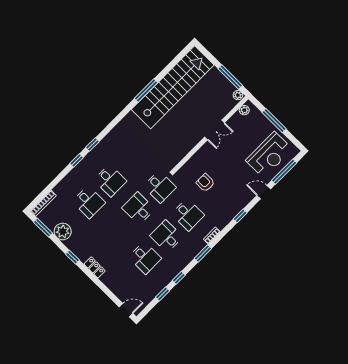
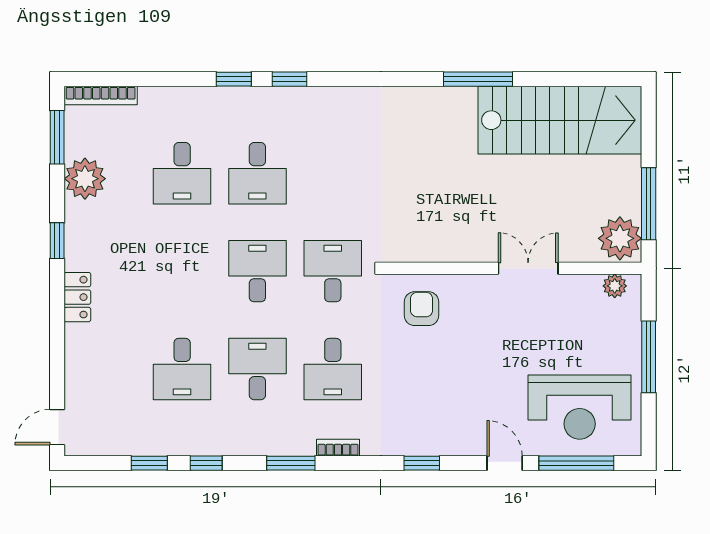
stairs: (173, 87) -> (560, 120), width x0.73
plant: (238, 95) -> (620, 238), width x1.87, depth x1.87
double door: (215, 130) -> (528, 268), swing flipped
armchair: (205, 183) -> (422, 309), moved
desk: (160, 187) -> (333, 271), turned 180
door: (126, 310) -> (57, 427), swing flipped

